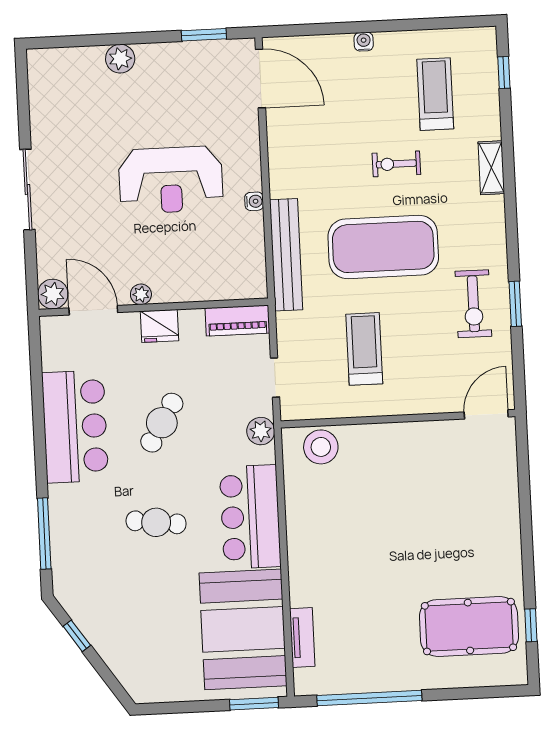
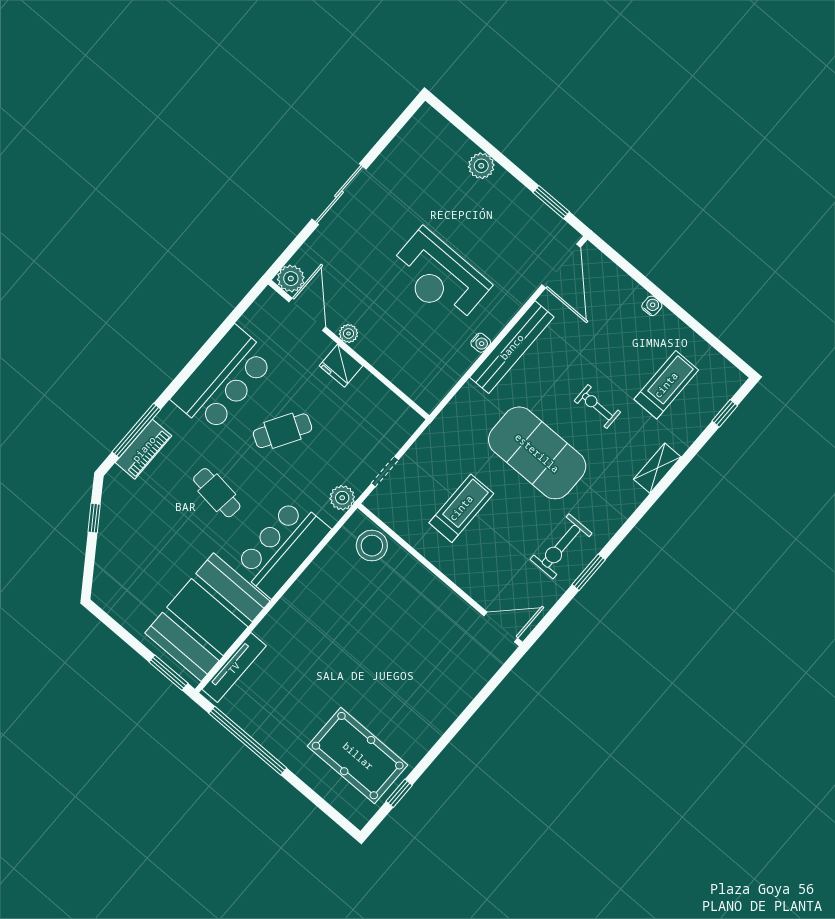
bench: (286, 255) -> (512, 347), moved
piano: (237, 321) -> (144, 449), moved, turned -90
tv unit: (302, 638) -> (234, 668), width x1.41

